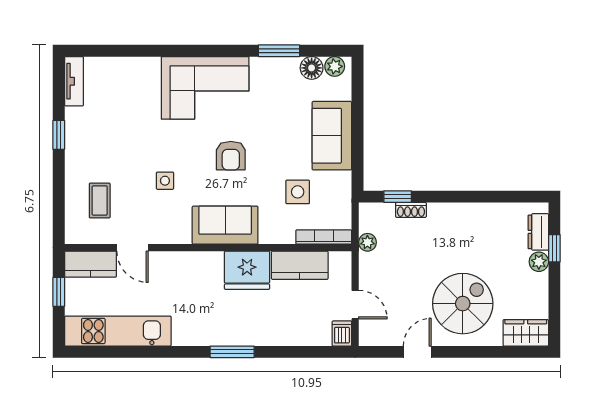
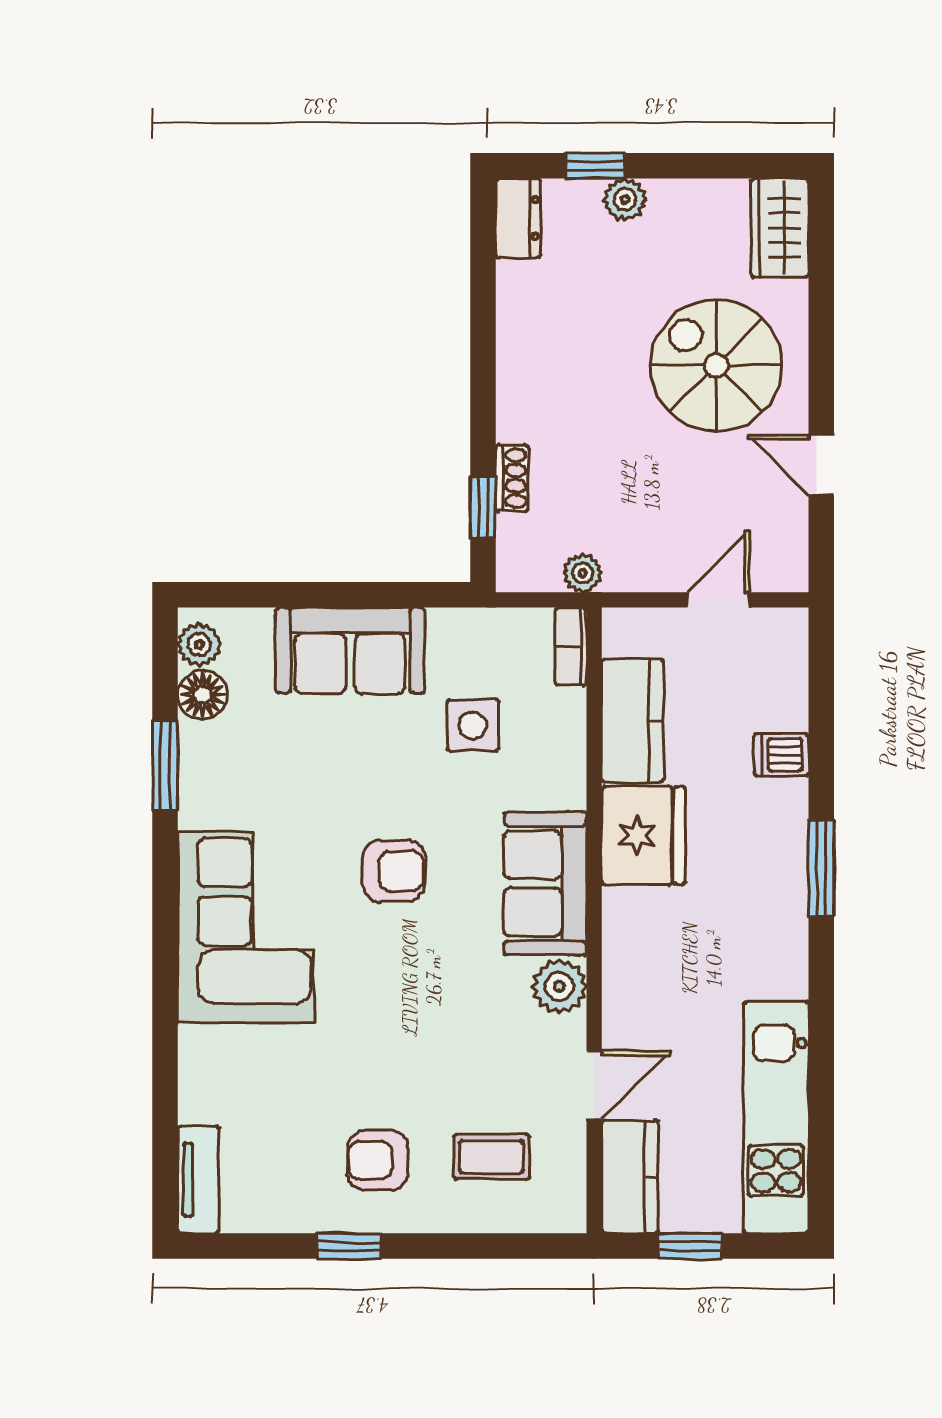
tv unit: (74, 81) -> (198, 1180), moved, turned 90
armchair: (98, 148) -> (378, 1160), added
side table: (165, 181) -> (448, 1014), removed
plant: (178, 232) -> (559, 986), added
dresser: (538, 232) -> (518, 218), moved, turned -90
bookcase: (324, 237) -> (571, 646), width x0.64
dishwasher: (342, 333) -> (781, 755), moved

